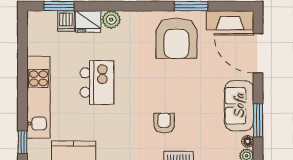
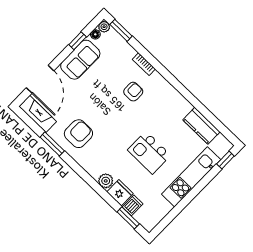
armchair: (176, 38) -> (78, 134), width x0.73, depth x0.73
kitchen island: (97, 83) -> (149, 153), turned -90
window: (258, 120) -> (78, 41), width x0.67
armchair: (164, 123) -> (133, 92), turned 180

